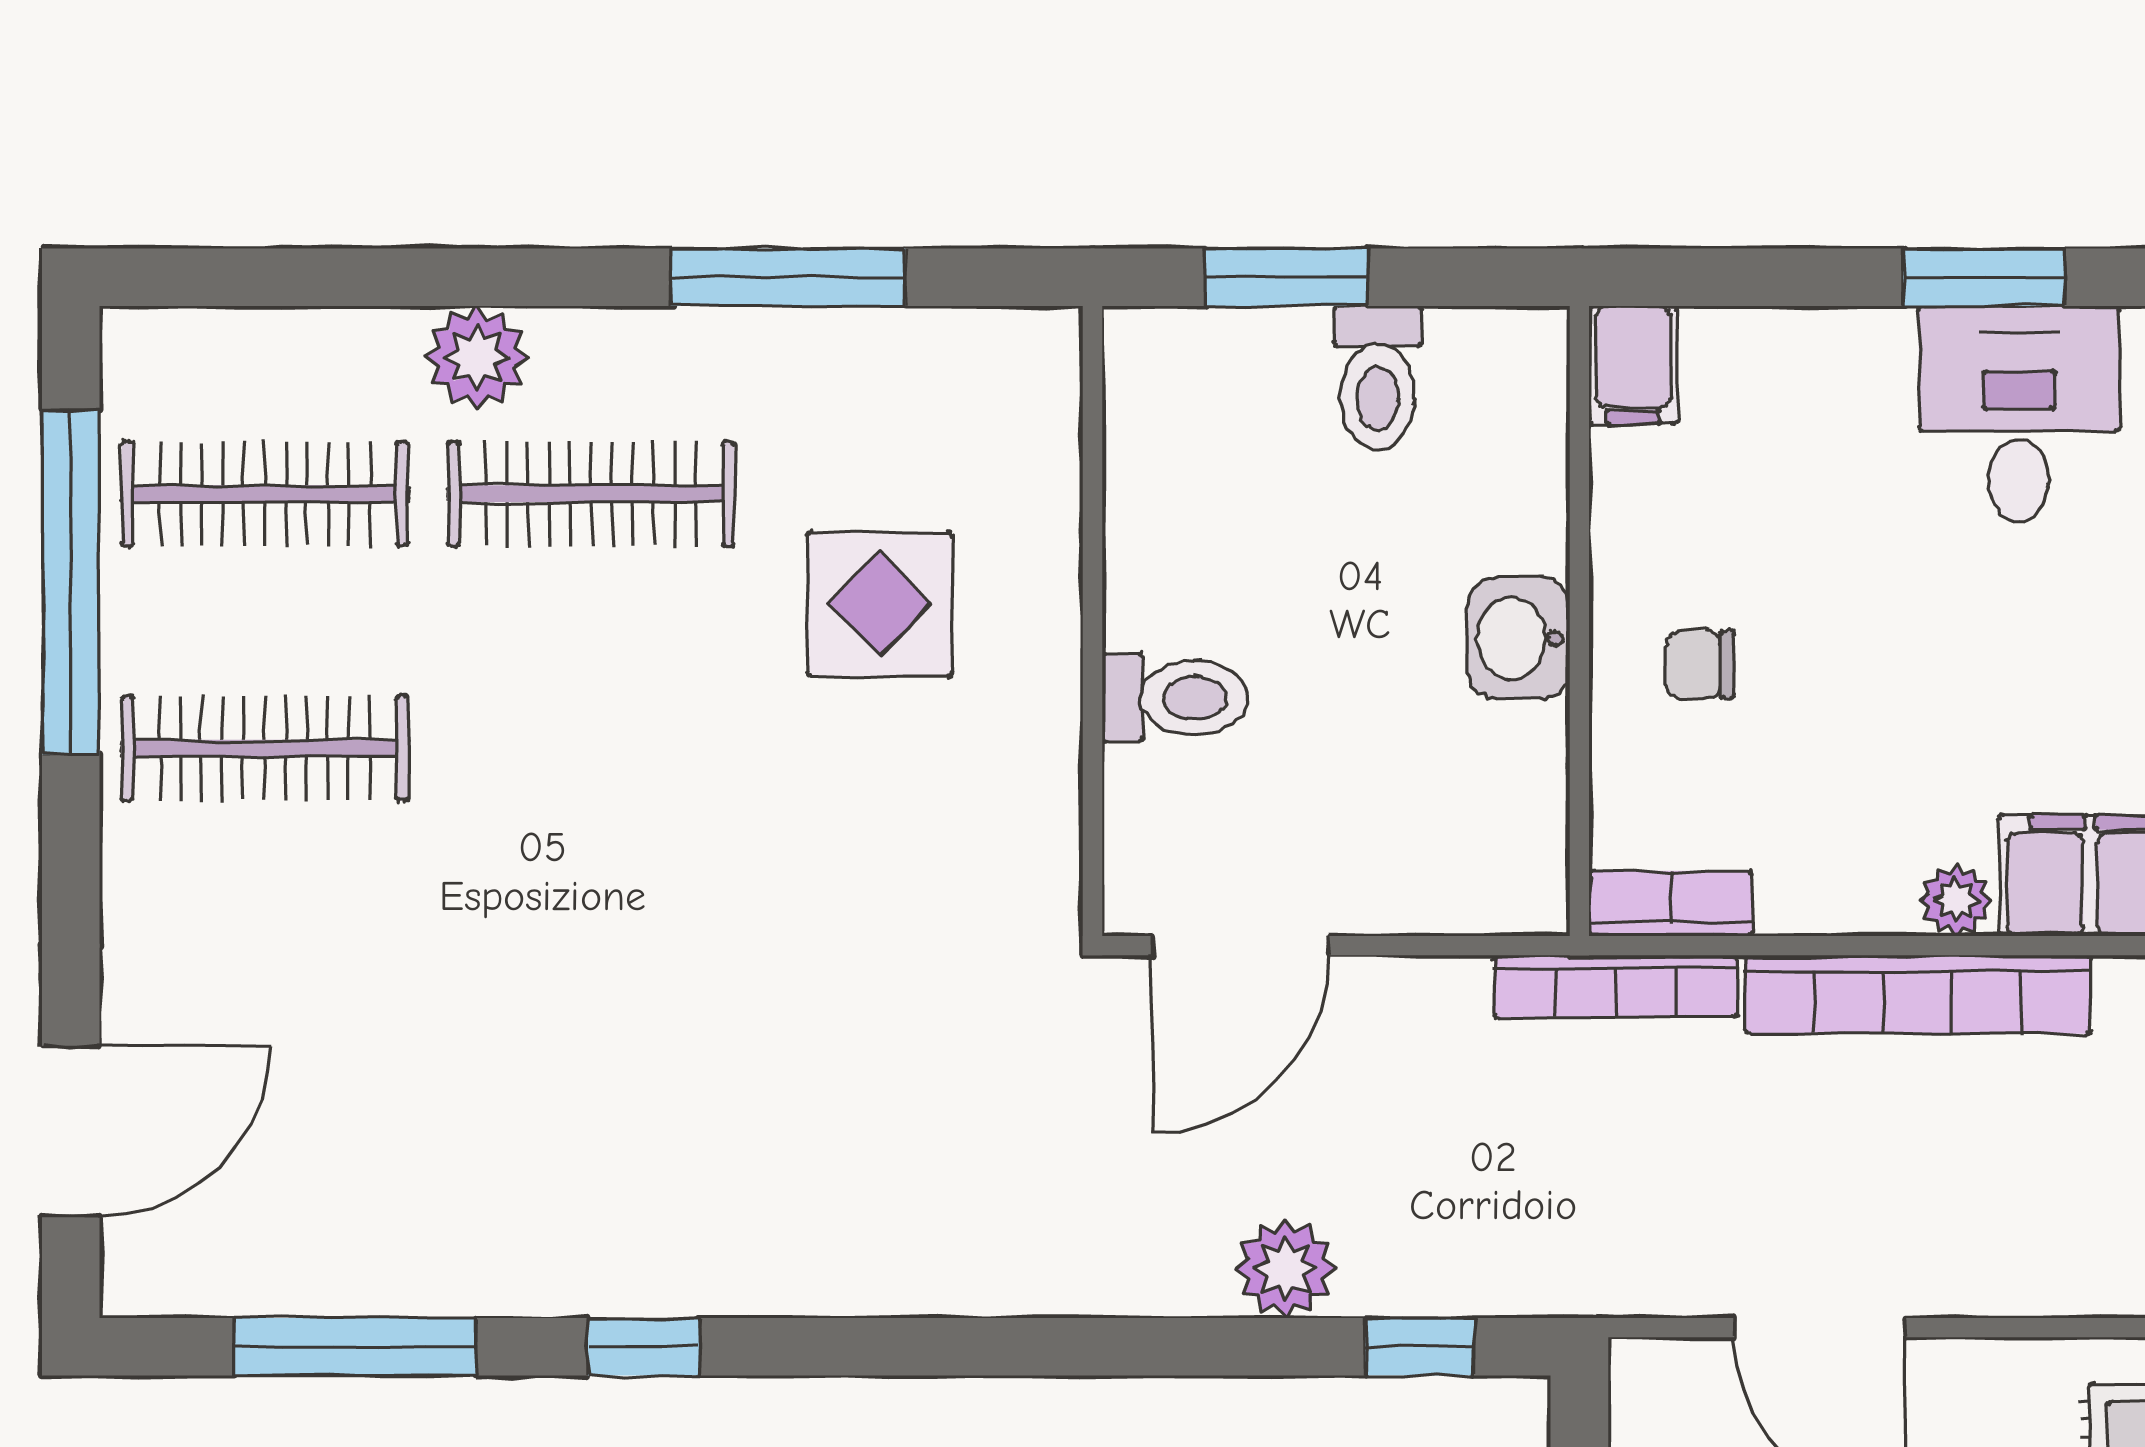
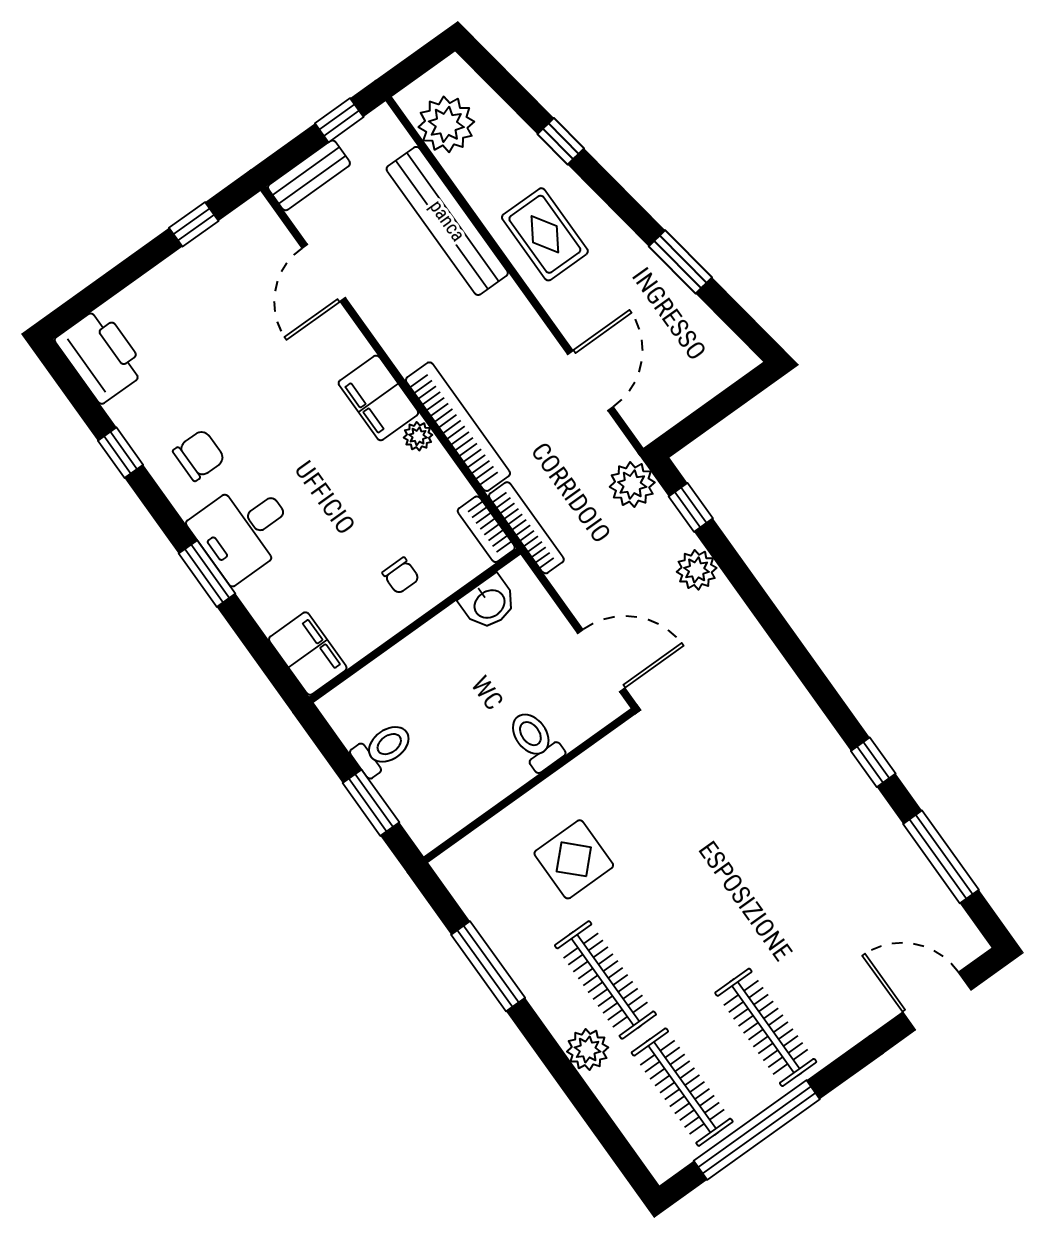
filing cabinet: (1633, 365) -> (308, 654), width x2.00
washbasin: (1518, 638) -> (489, 603), moved
plant: (1550, 1262) -> (632, 485), added

